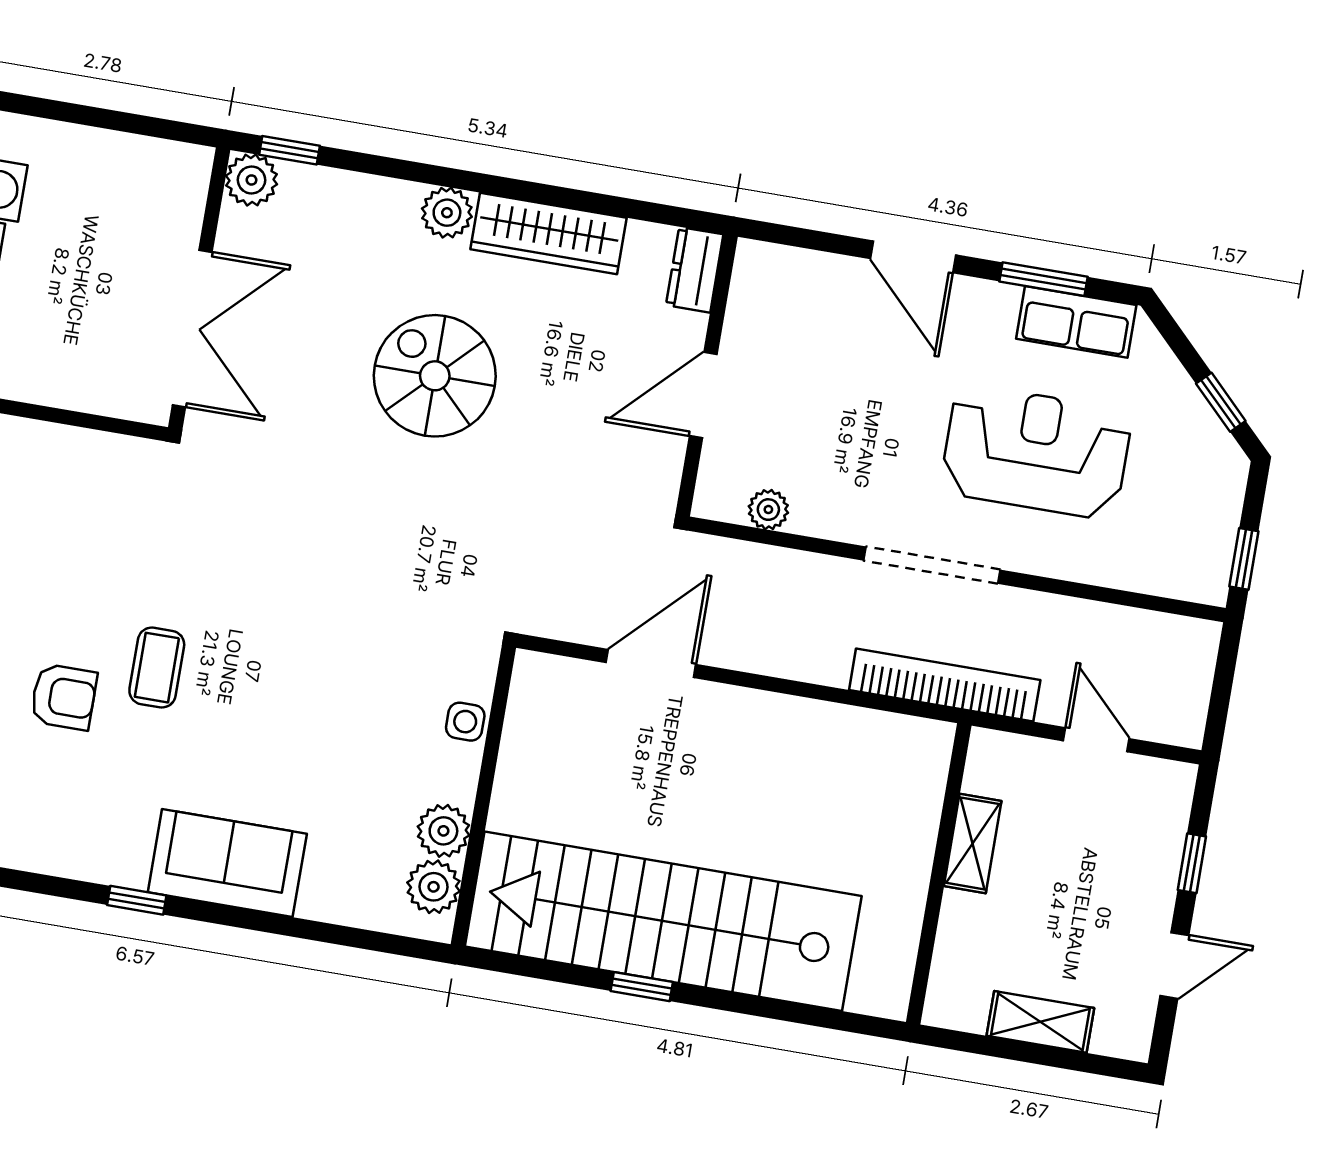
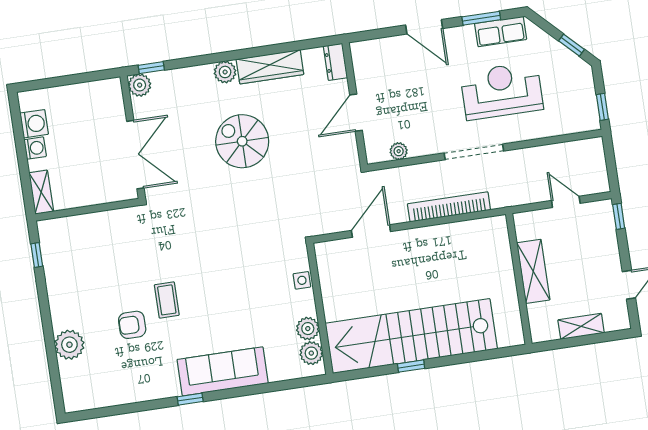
bookcase: (945, 685) -> (449, 207), moved
armchair: (64, 697) -> (132, 325), turned 180
shelving: (973, 843) -> (533, 271), width x1.50, depth x1.33
sofa: (227, 863) -> (223, 371), width x1.36
window: (1192, 863) -> (619, 216), moved

